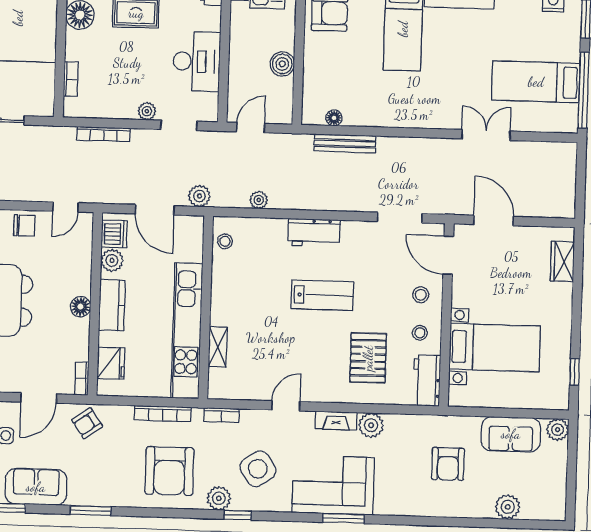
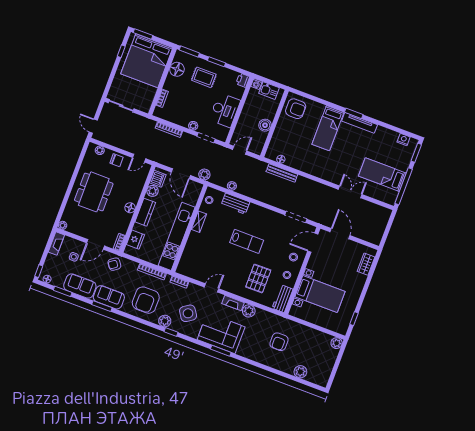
workbench: (314, 232) -> (235, 204), moved
door: (448, 255) -> (313, 243), hinge flipped
shelving: (218, 347) -> (199, 222), moved
sofa: (511, 434) -> (109, 297), moved, turned 180

